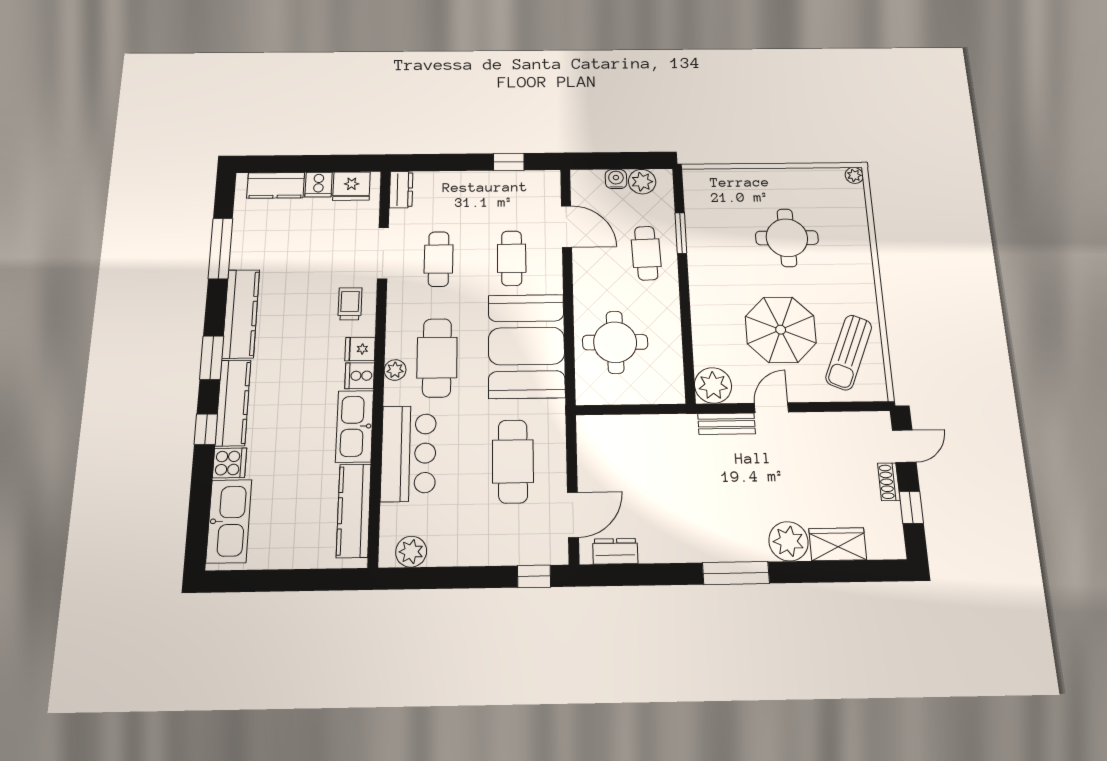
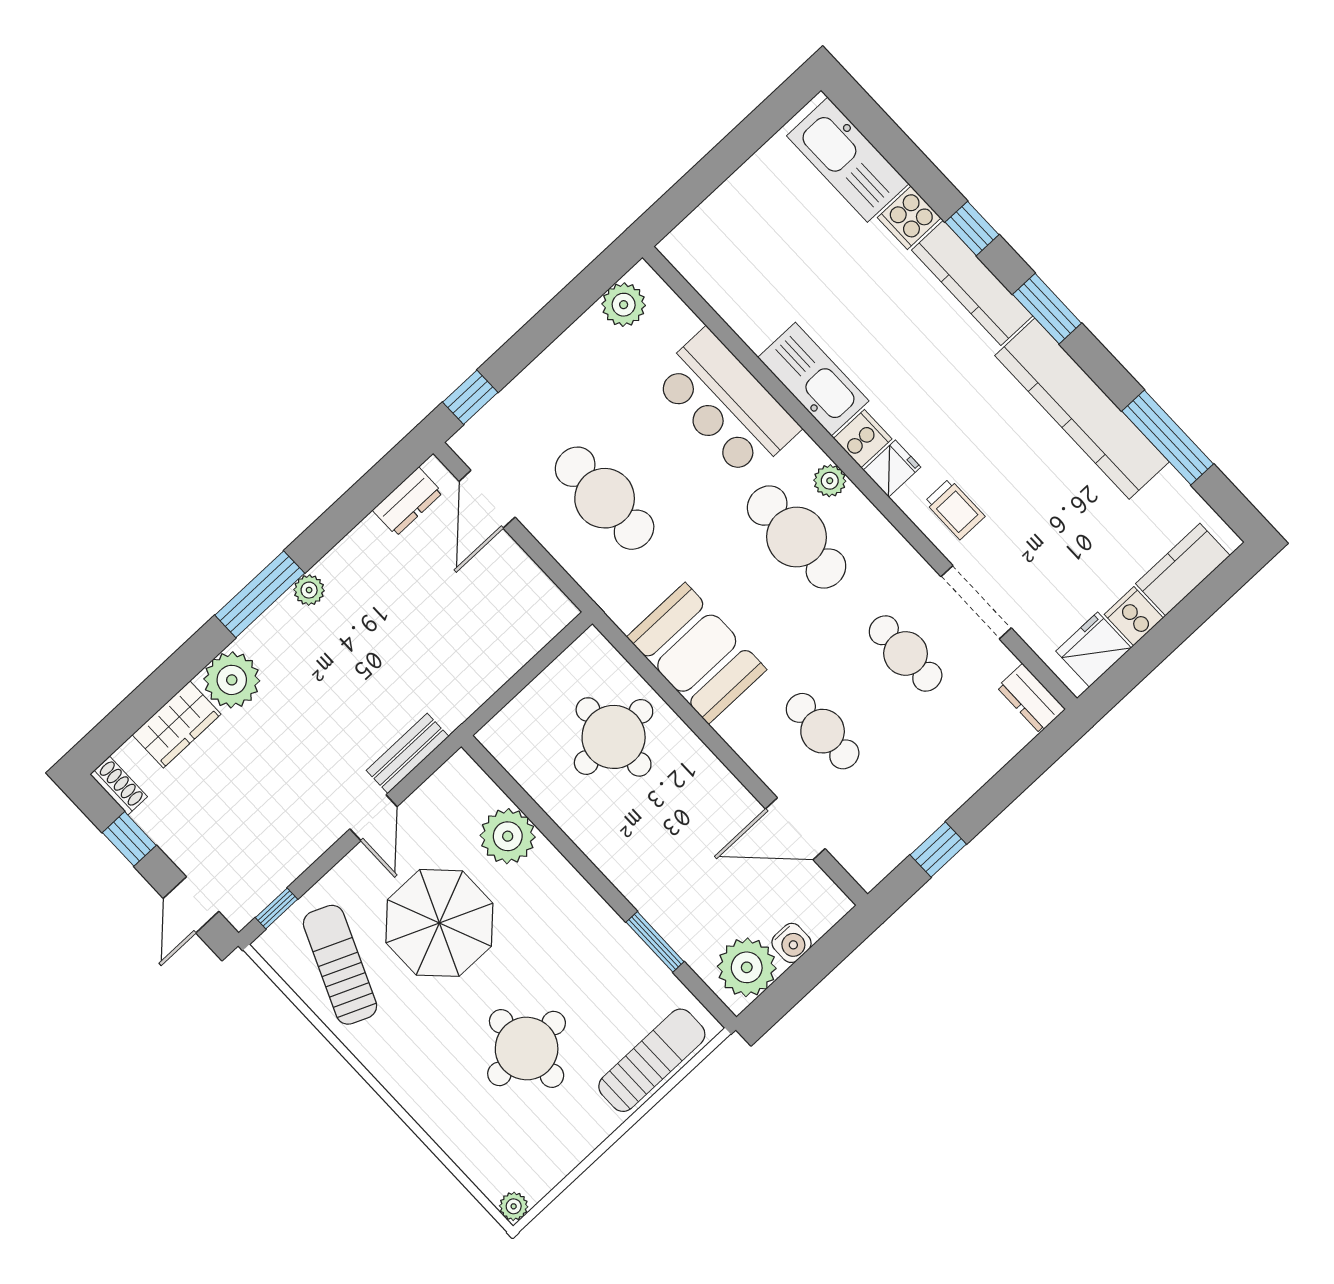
plant: (642, 182) -> (747, 967), width x1.36, depth x1.36
sun lounger: (730, 184) -> (652, 1060), added
cafe table: (646, 253) -> (673, 879), removed
kitchen counter: (241, 314) -> (1082, 409), width x1.39, depth x1.17
booth: (526, 346) -> (697, 653), width x0.73, depth x0.70
plant: (713, 385) -> (508, 836), moved
window: (860, 406) -> (277, 908), added
shoe rack: (889, 482) -> (119, 786), moved
kitchen counter: (354, 510) -> (726, 291), removed
plant: (708, 552) -> (309, 590), added

